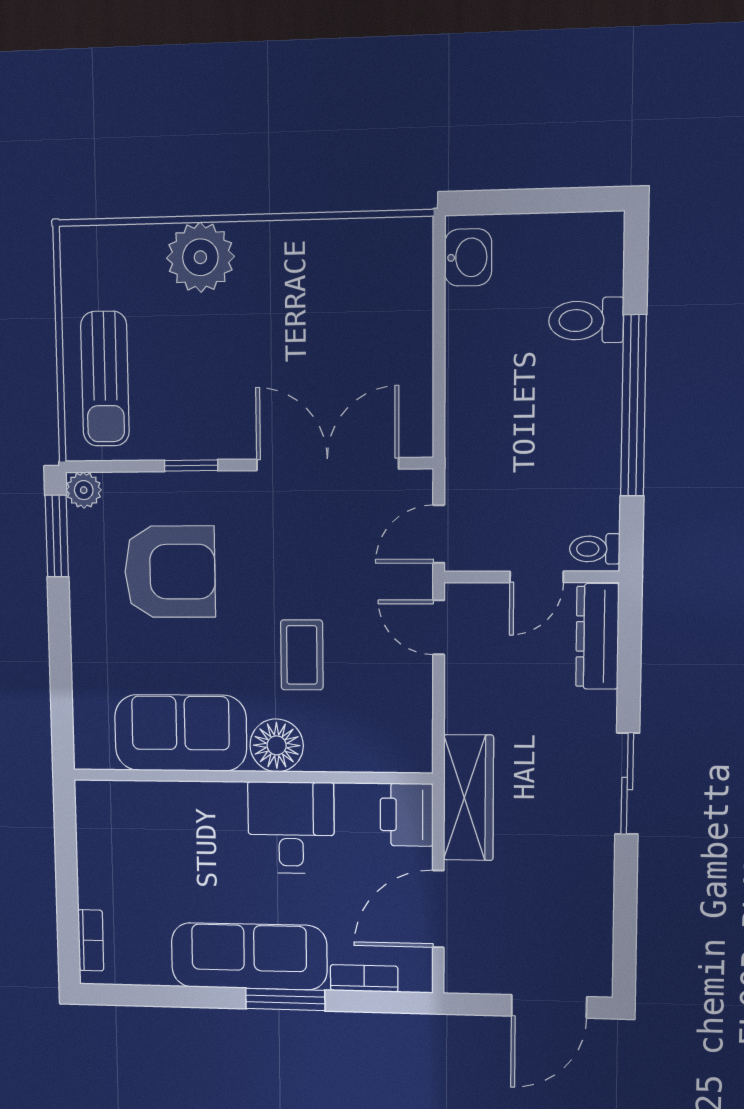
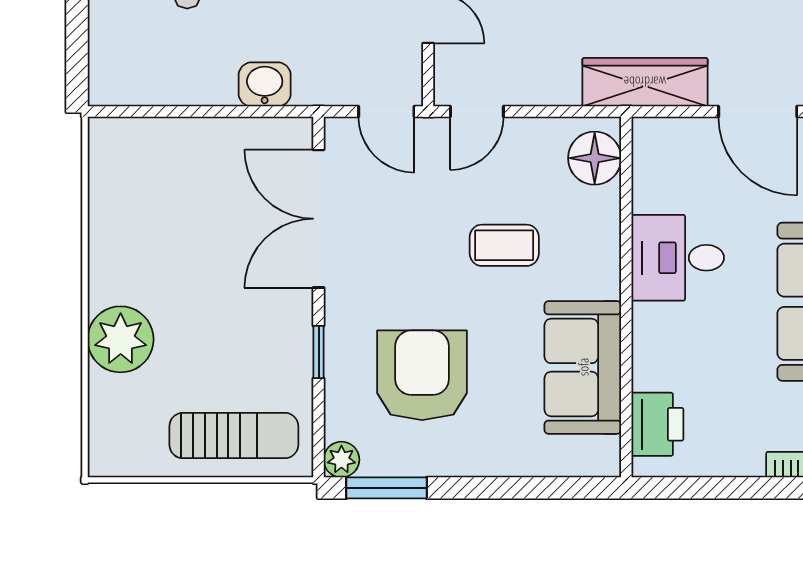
washbasin: (468, 257) -> (265, 84), moved
floor lamp: (277, 745) -> (595, 158), moved
printer: (407, 815) -> (657, 424), moved, turned -90

